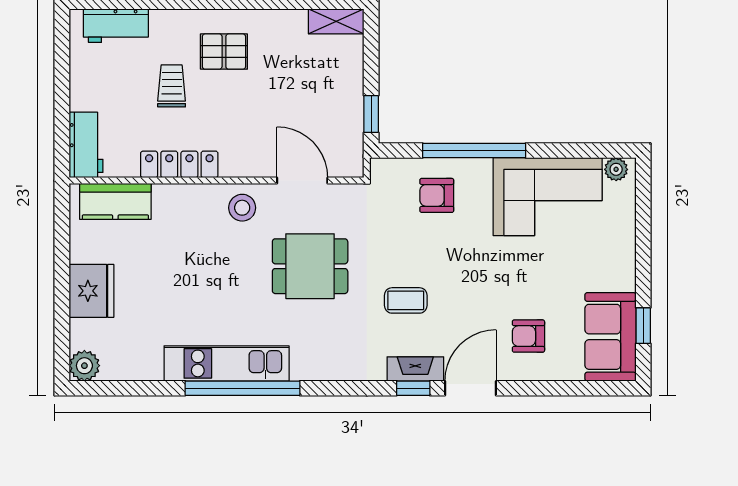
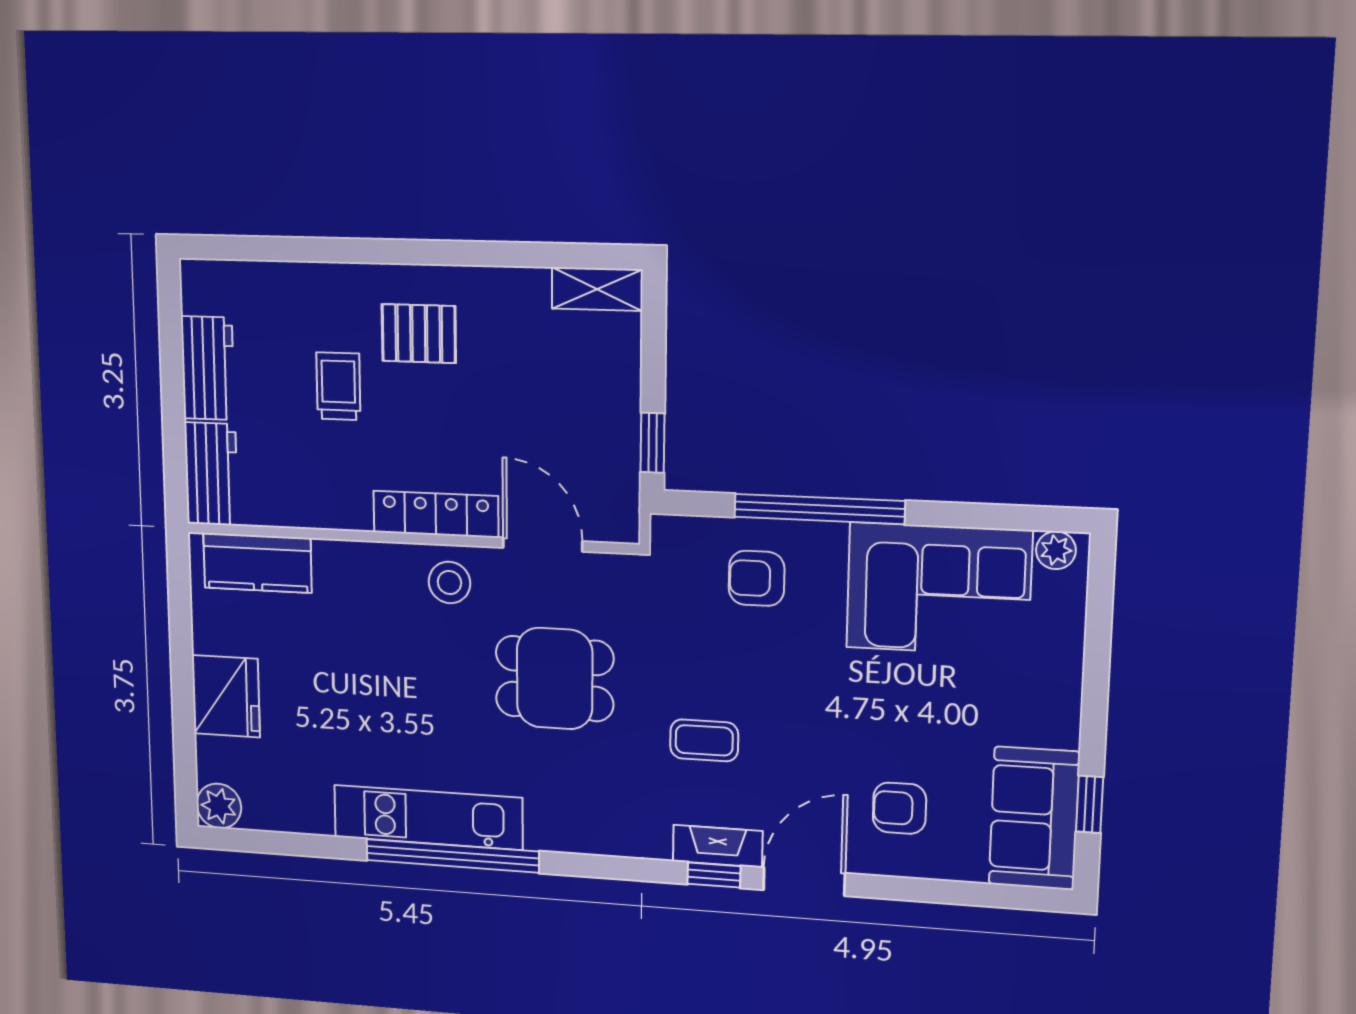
workbench: (116, 26) -> (208, 368), moved, turned -90
locker: (179, 164) -> (436, 514), moved

